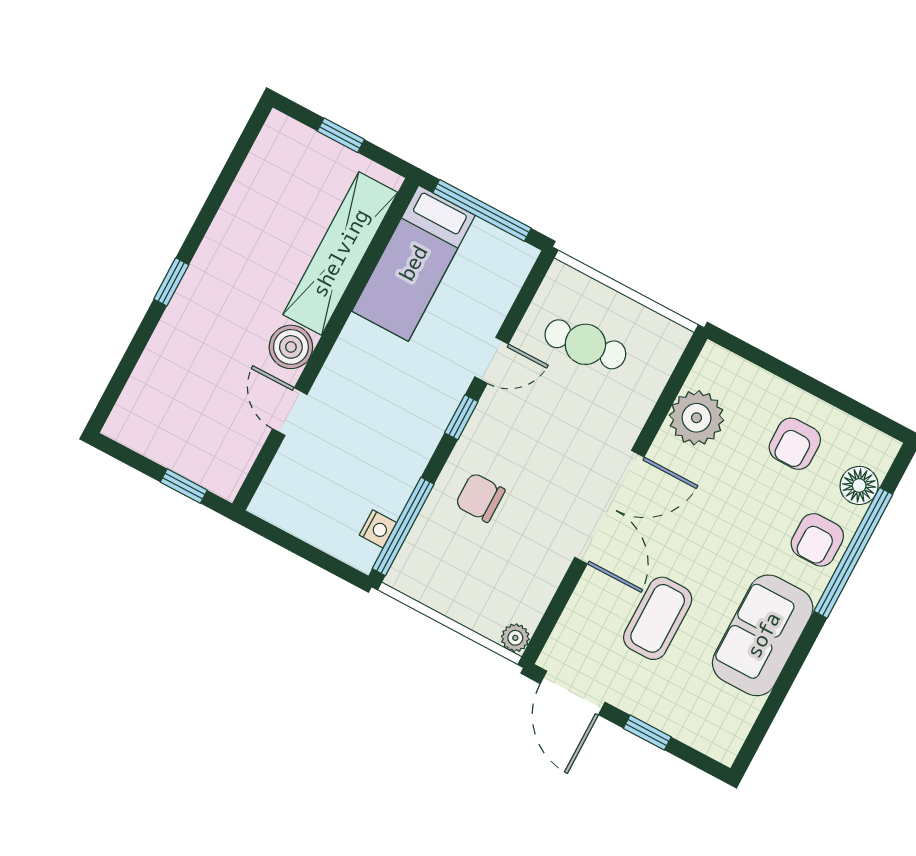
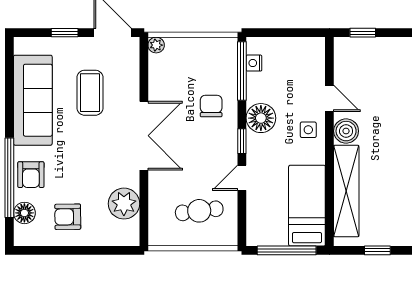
side table: (349, 380) -> (308, 130), added
floor lamp: (413, 438) -> (261, 118), added
armchair: (795, 444) -> (68, 217), turned -91
chair: (480, 498) -> (211, 106), turned -90
double door: (609, 507) -> (144, 136), swing flipped
armchair: (817, 540) -> (31, 175), turned 180
sofa: (763, 635) -> (33, 100), width x1.36

